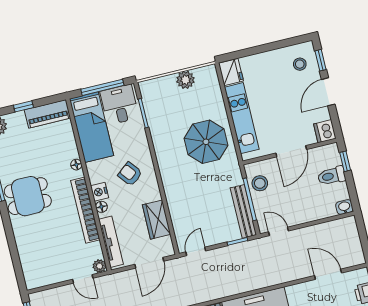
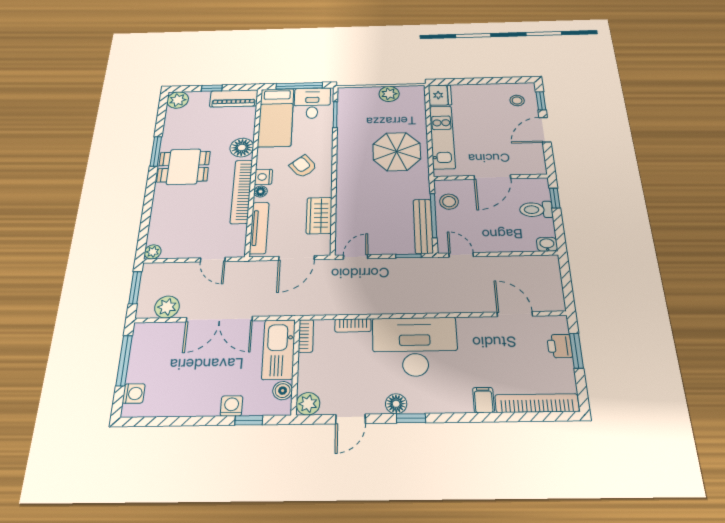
dishwasher: (325, 131) -> (535, 165), removed
floor lamp: (76, 165) -> (242, 148), width x1.89, depth x1.89
plant: (100, 266) -> (153, 252), moved

